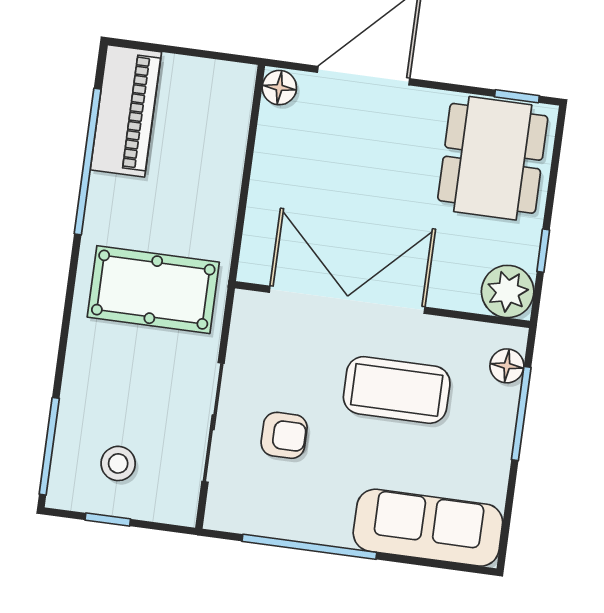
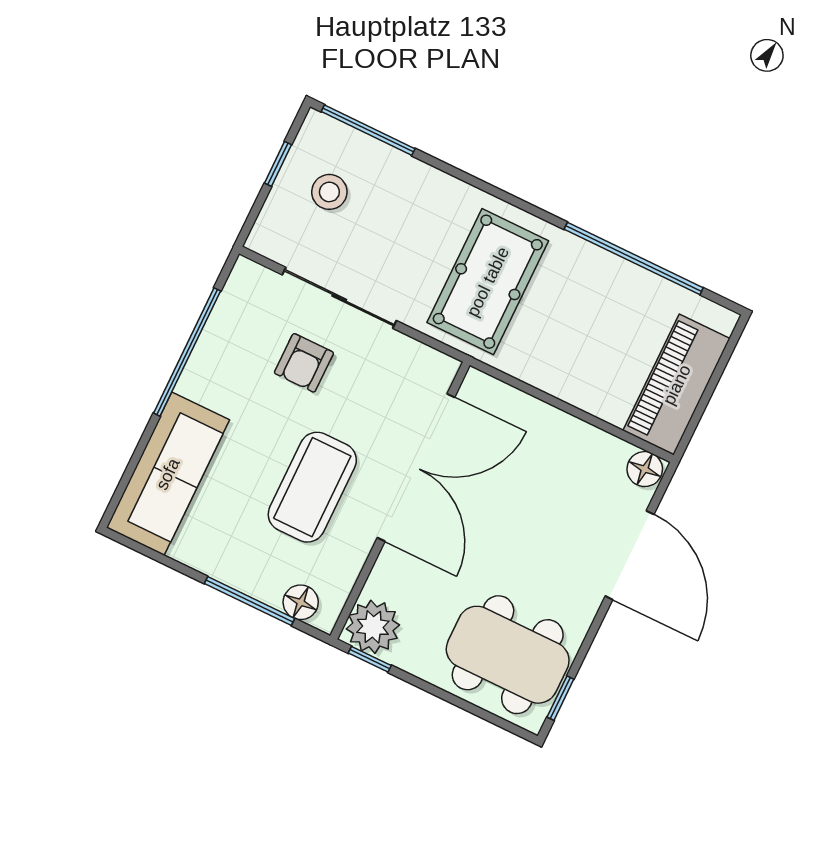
piano: (126, 111) -> (677, 385), moved, turned 90
window: (543, 251) -> (370, 659), moved

